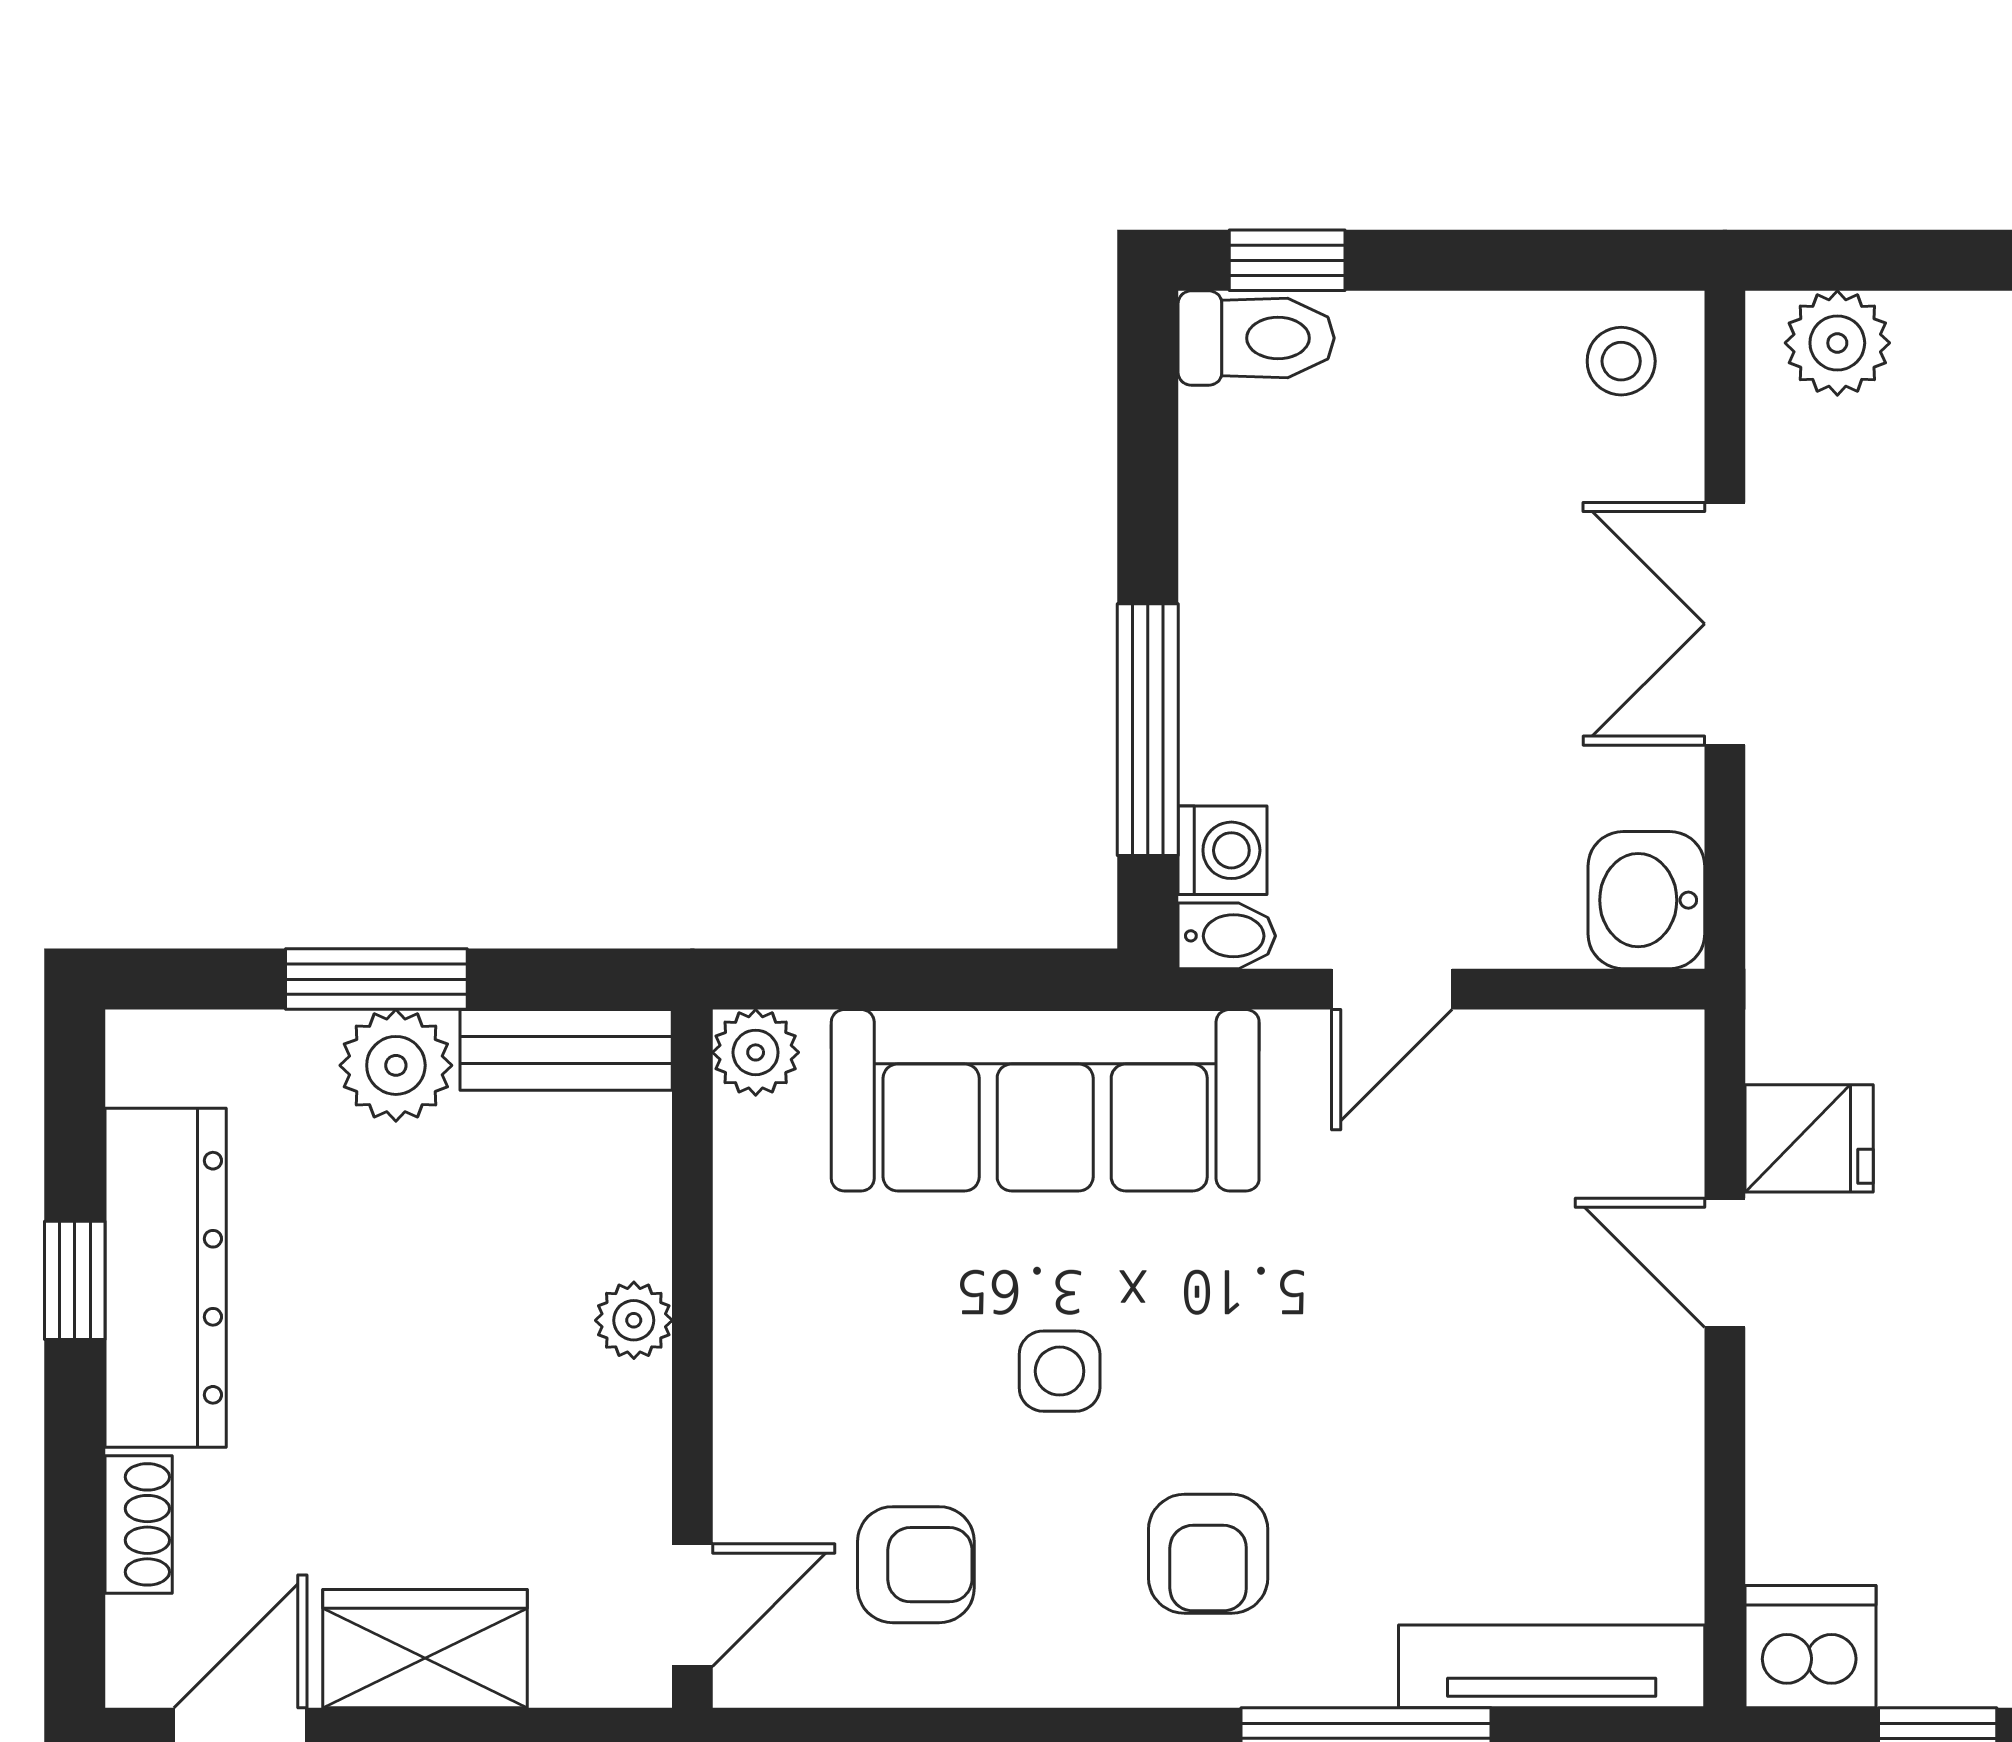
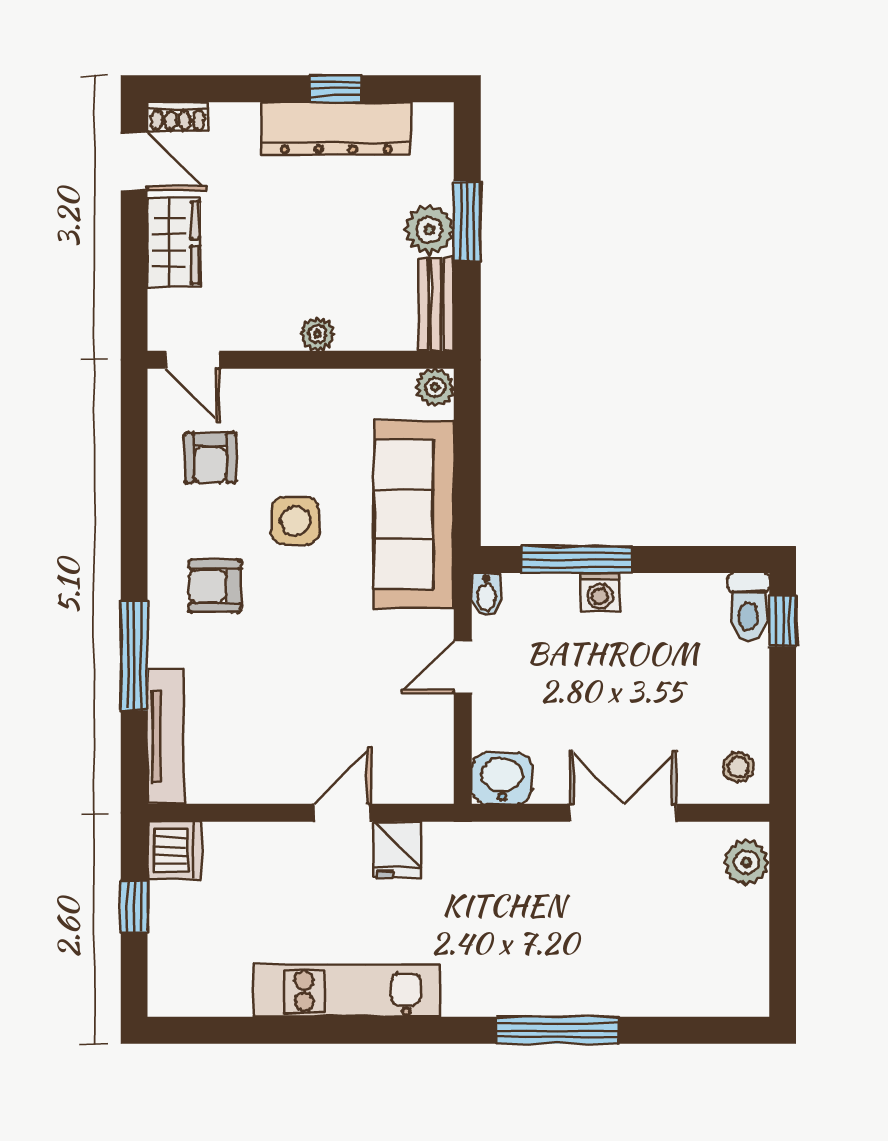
washing machine: (1223, 850) -> (600, 592), moved
door: (1392, 989) -> (463, 667), hinge flipped
side table: (1060, 1371) -> (295, 521), width x1.37, depth x1.37
shoe rack: (139, 1524) -> (178, 117), moved

